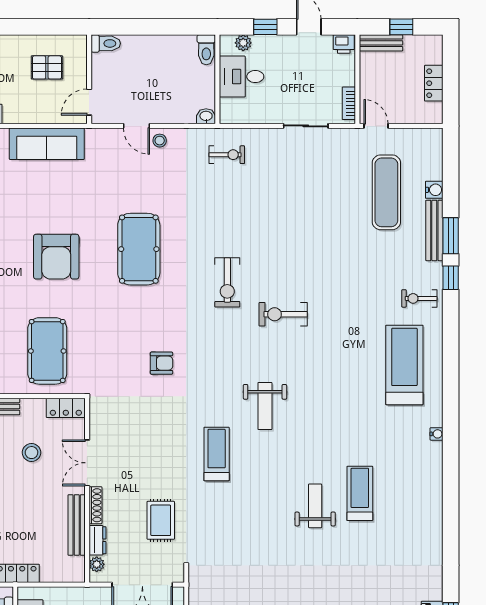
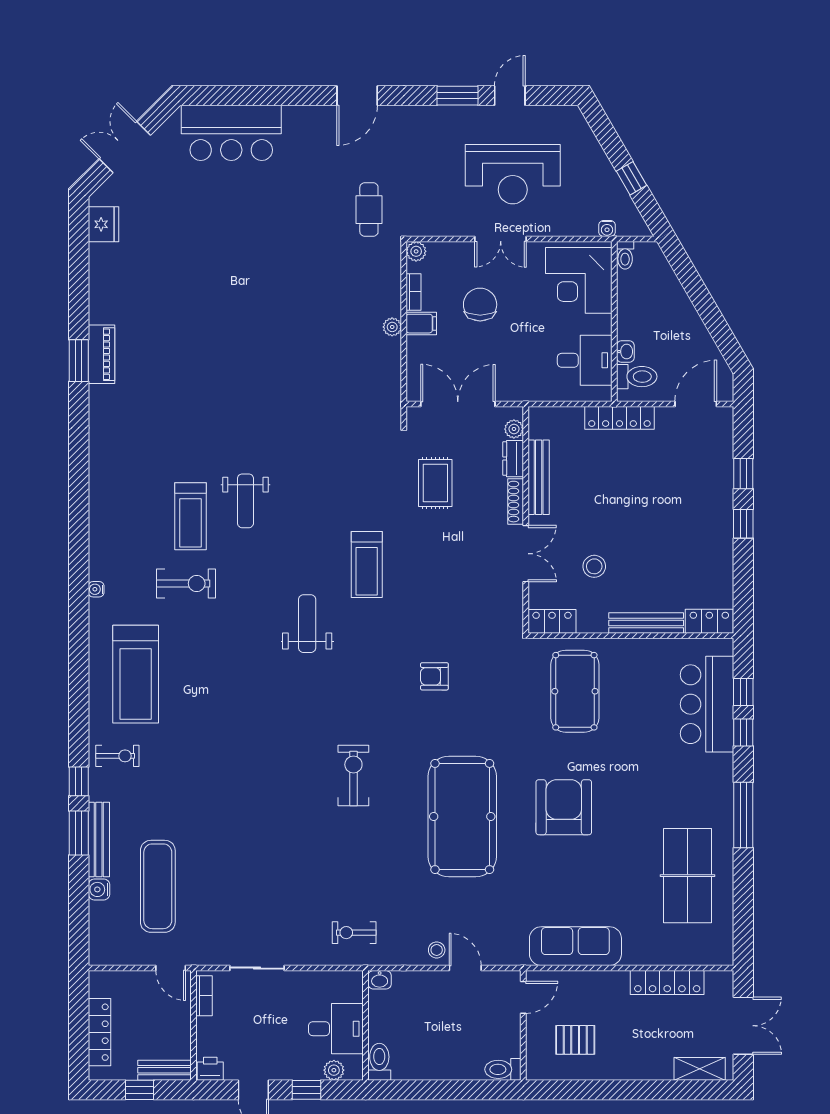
locker: (434, 83) -> (100, 1032), width x1.53
pool table: (139, 249) -> (462, 817), width x1.36, depth x1.32
exercise bike: (283, 314) -> (186, 583), moved

